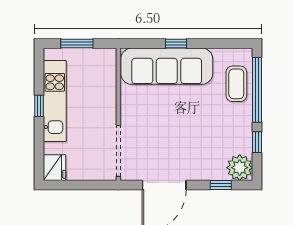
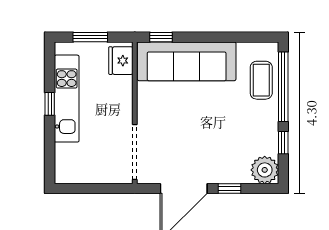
window: (176, 44) -> (161, 37), moved
fridge: (54, 168) -> (121, 61), moved, turned 180
window: (221, 185) -> (229, 188), moved

